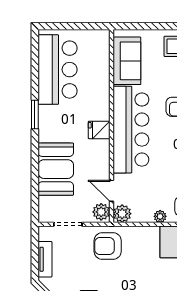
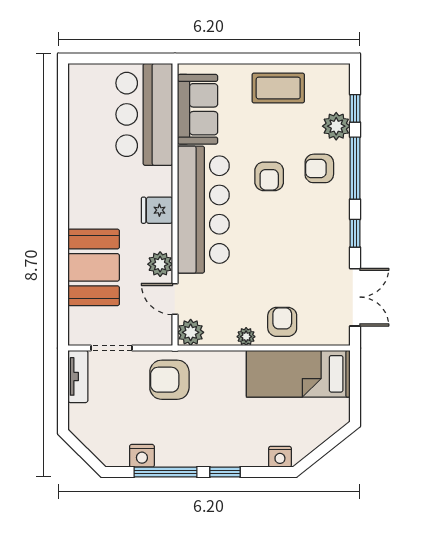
bar counter: (58, 70) -> (144, 114), moved, turned 180
window: (35, 115) -> (63, 188), removed
plant: (101, 212) -> (160, 264), moved
tv unit: (45, 259) -> (78, 376), moved

